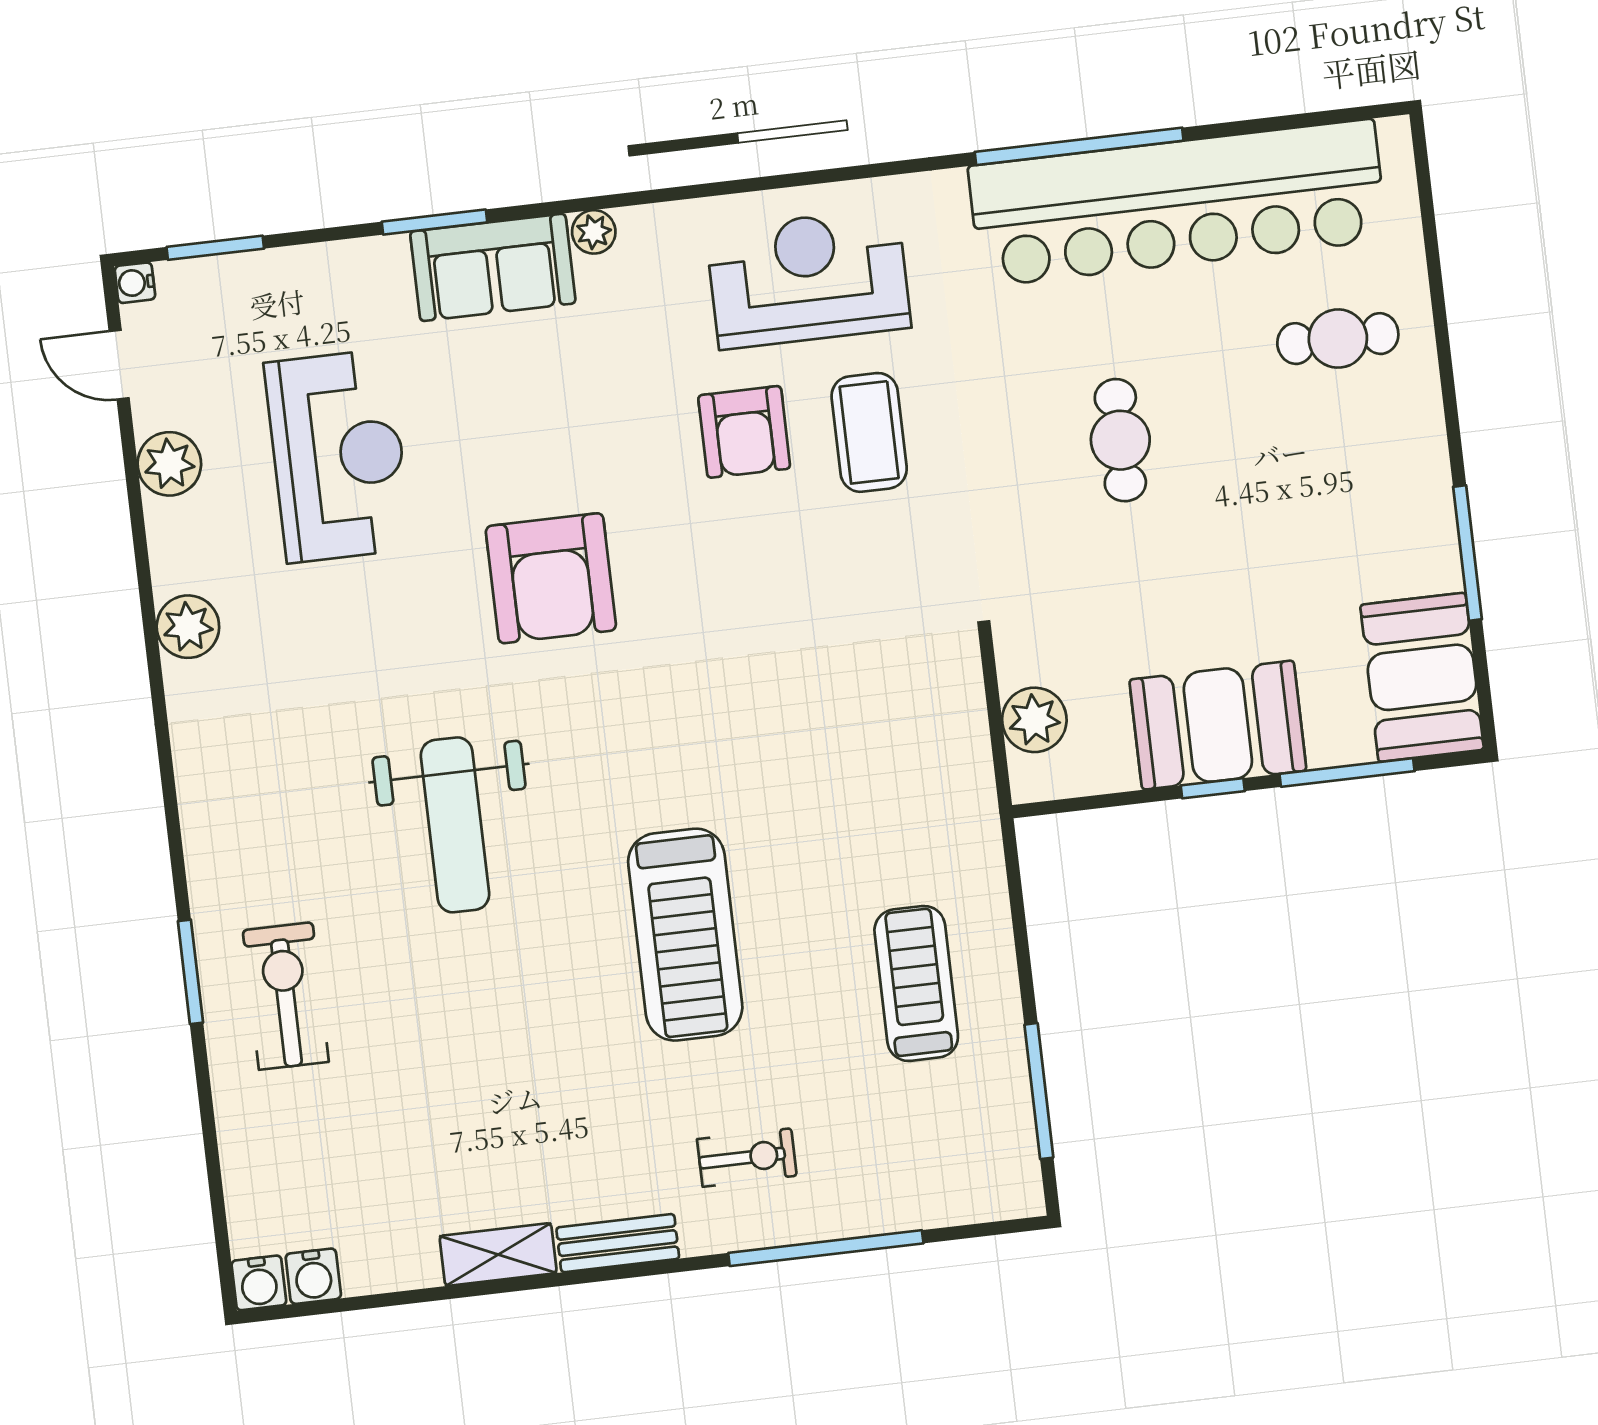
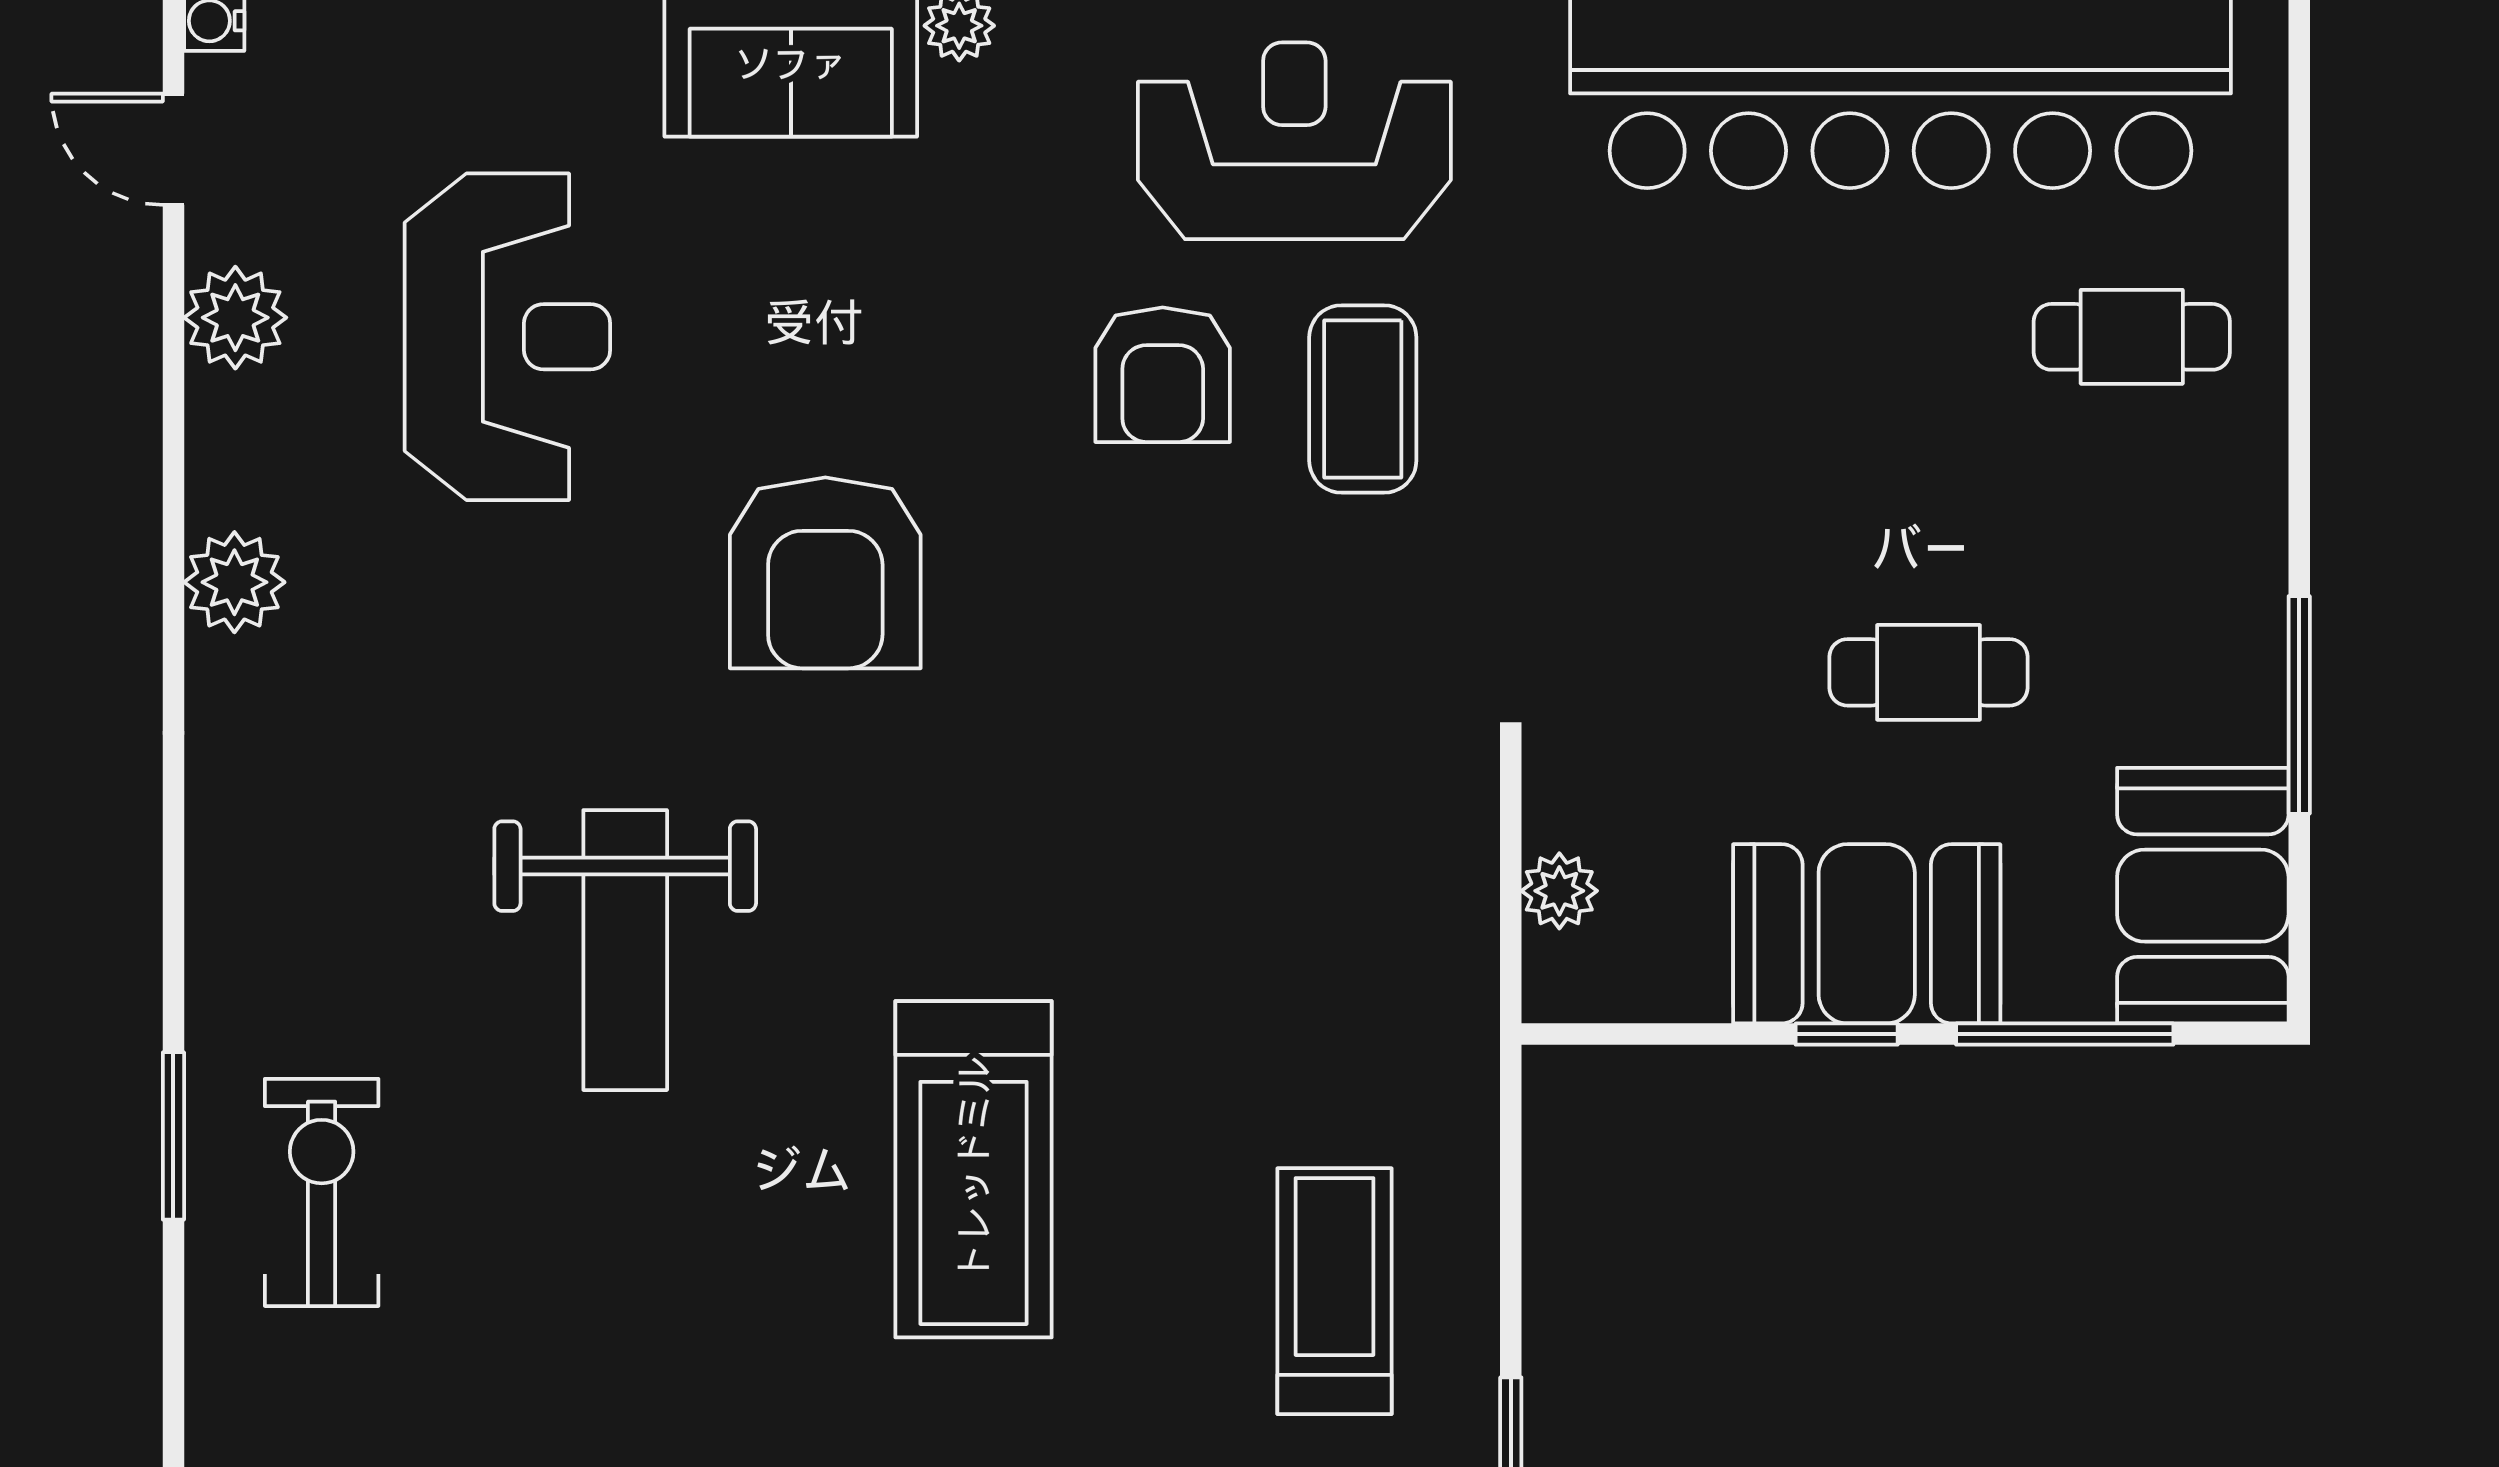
cafe table: (1120, 440) -> (1929, 672), moved, turned 90
plant: (1034, 720) -> (1559, 891), width x0.73, depth x0.73

